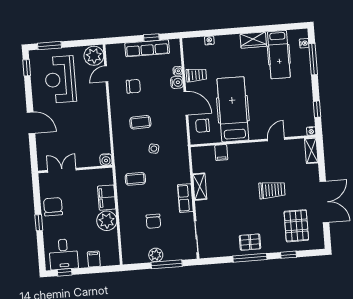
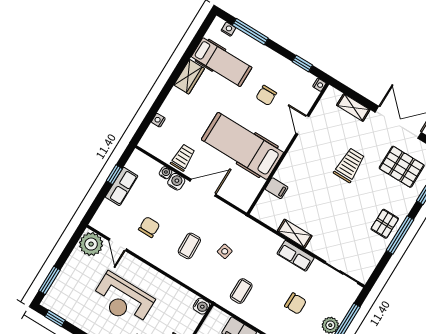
row of seats: (147, 48) -> (122, 186), width x0.68
reception desk: (60, 79) -> (123, 300), moved
chair: (203, 126) -> (266, 95), moved
shelving: (311, 150) -> (353, 107), moved

